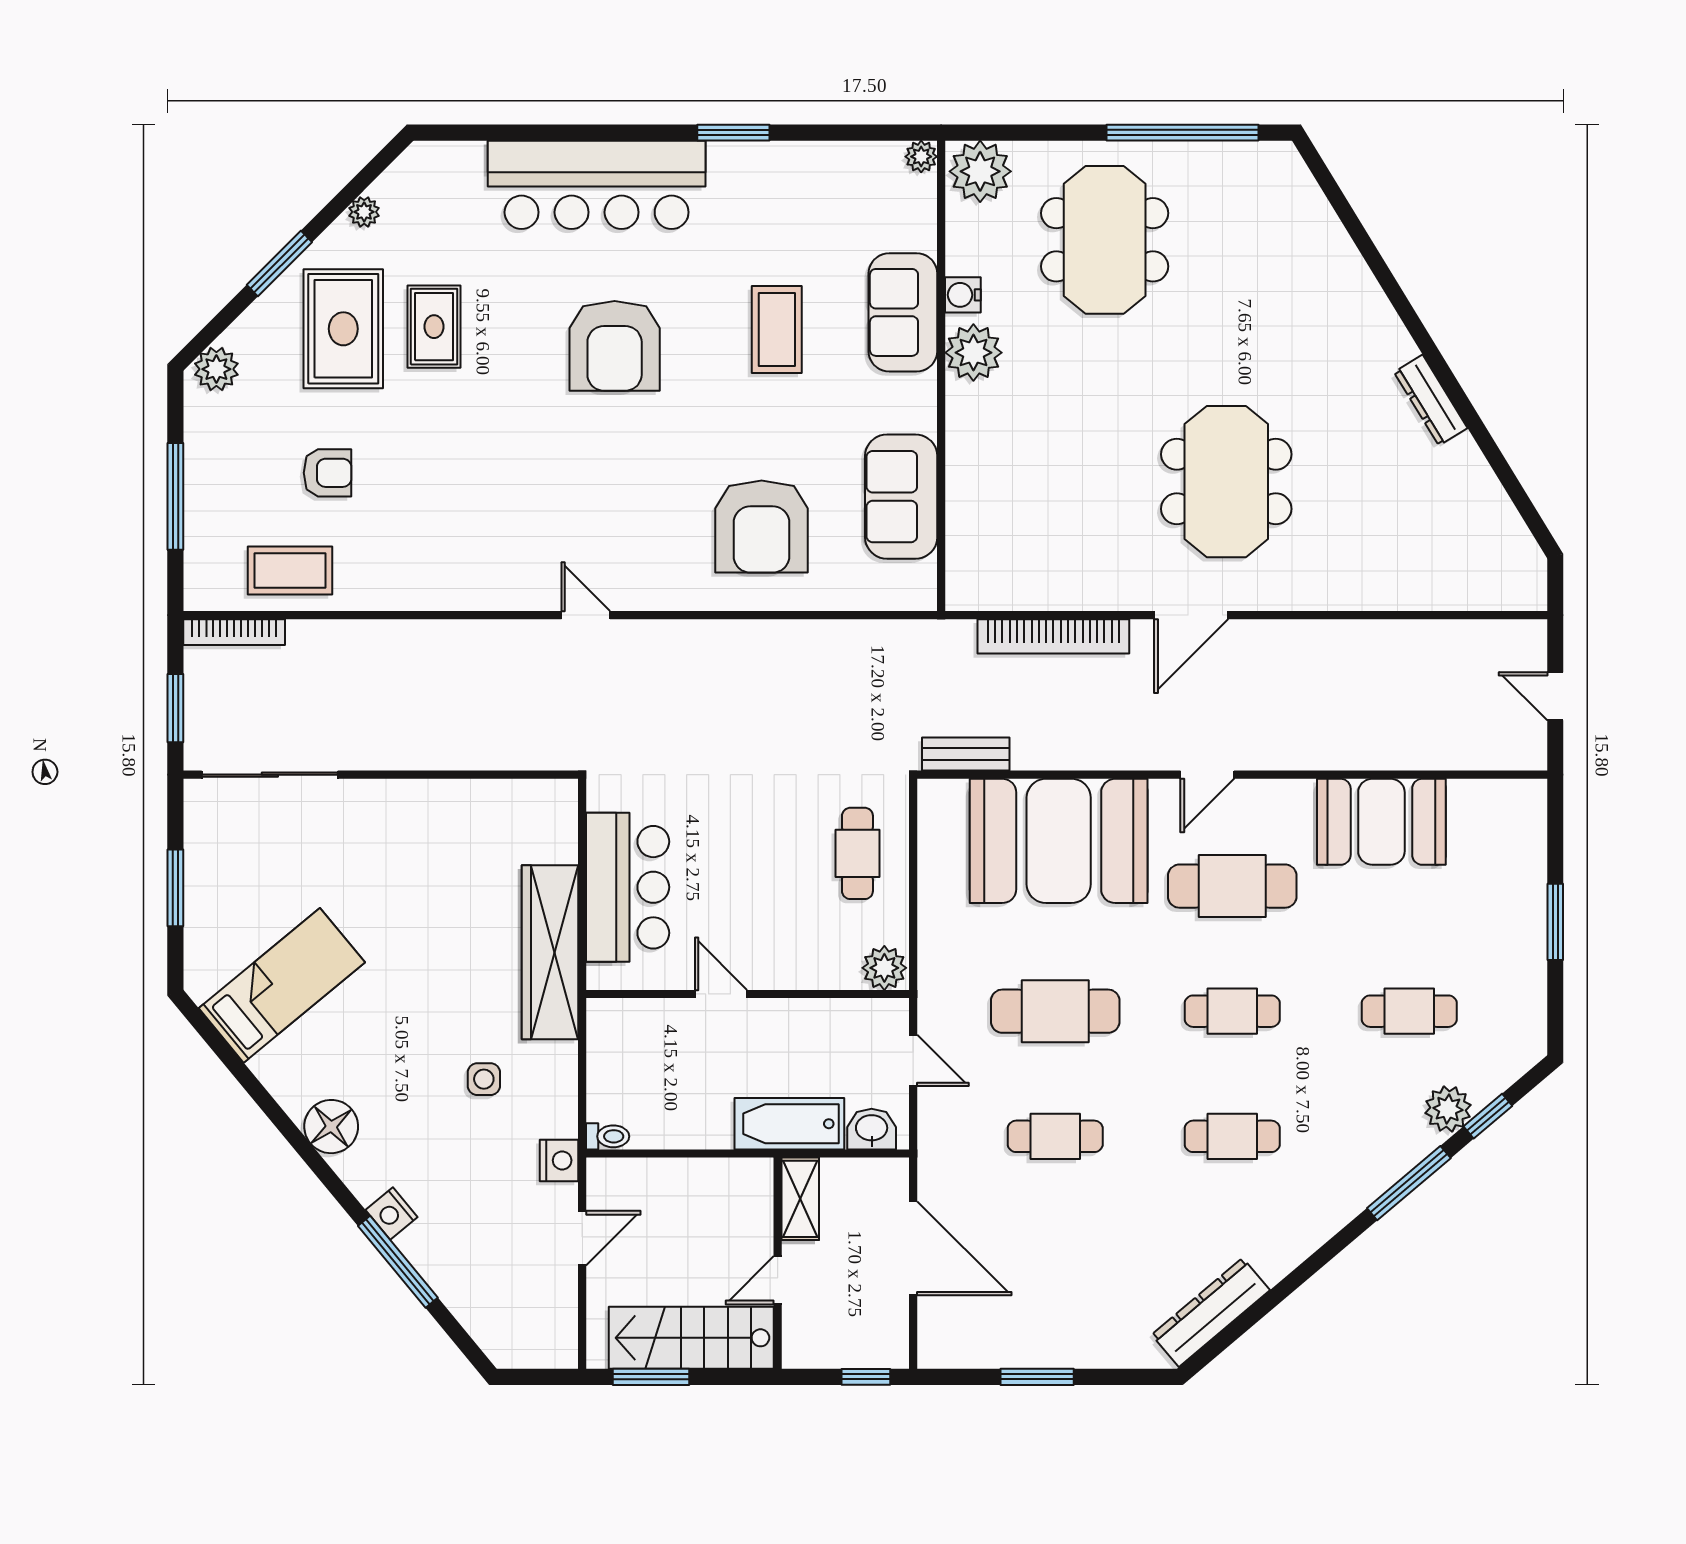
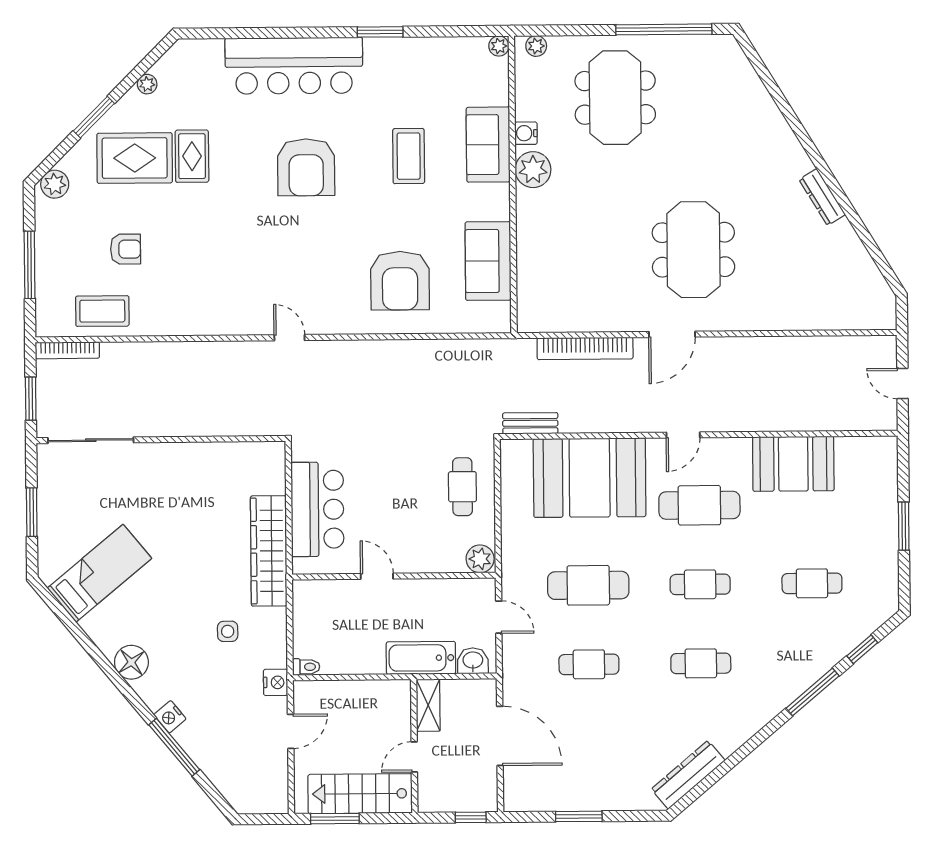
plant: (980, 171) -> (536, 46), width x0.53, depth x0.53
rug: (343, 329) -> (135, 158), turned 90
plant: (1448, 1109) -> (837, 645), removed

